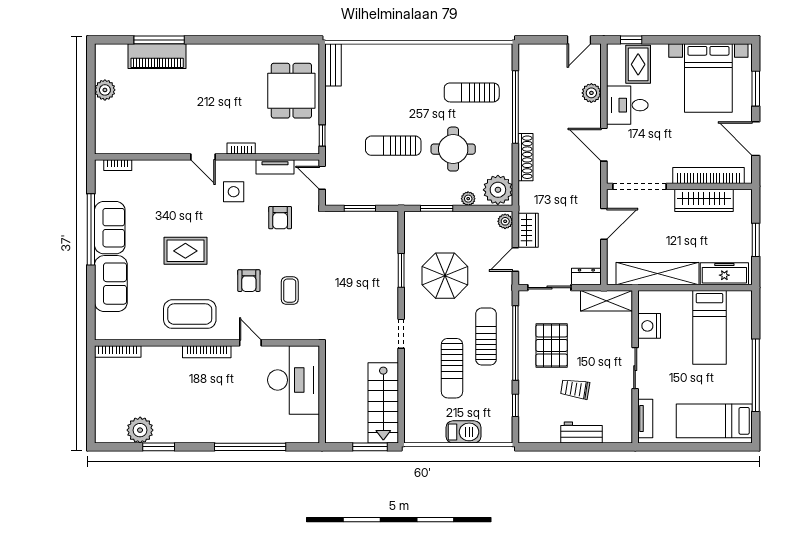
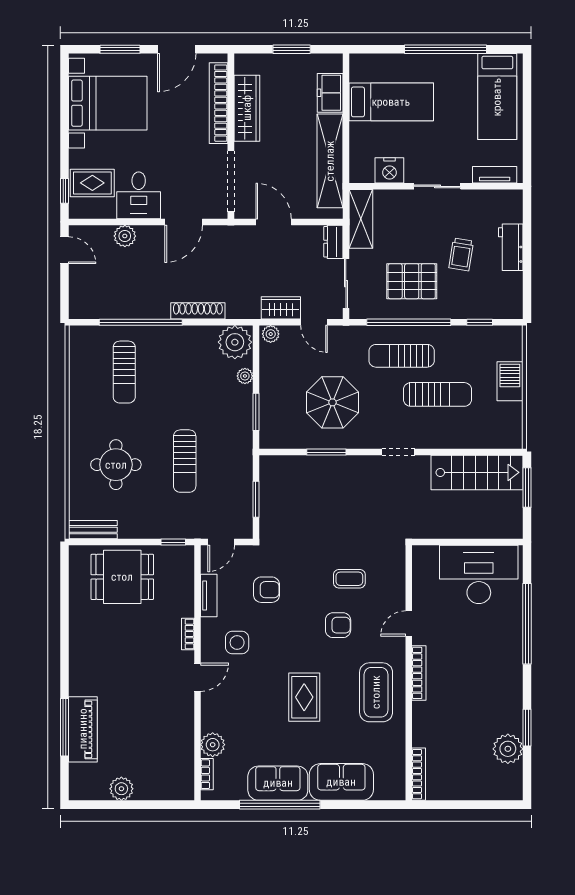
round table: (453, 149) -> (116, 465), moved
plant: (144, 170) -> (213, 745), added
freezer: (724, 274) -> (330, 93), width x0.71
desk: (294, 380) -> (479, 574), moved

